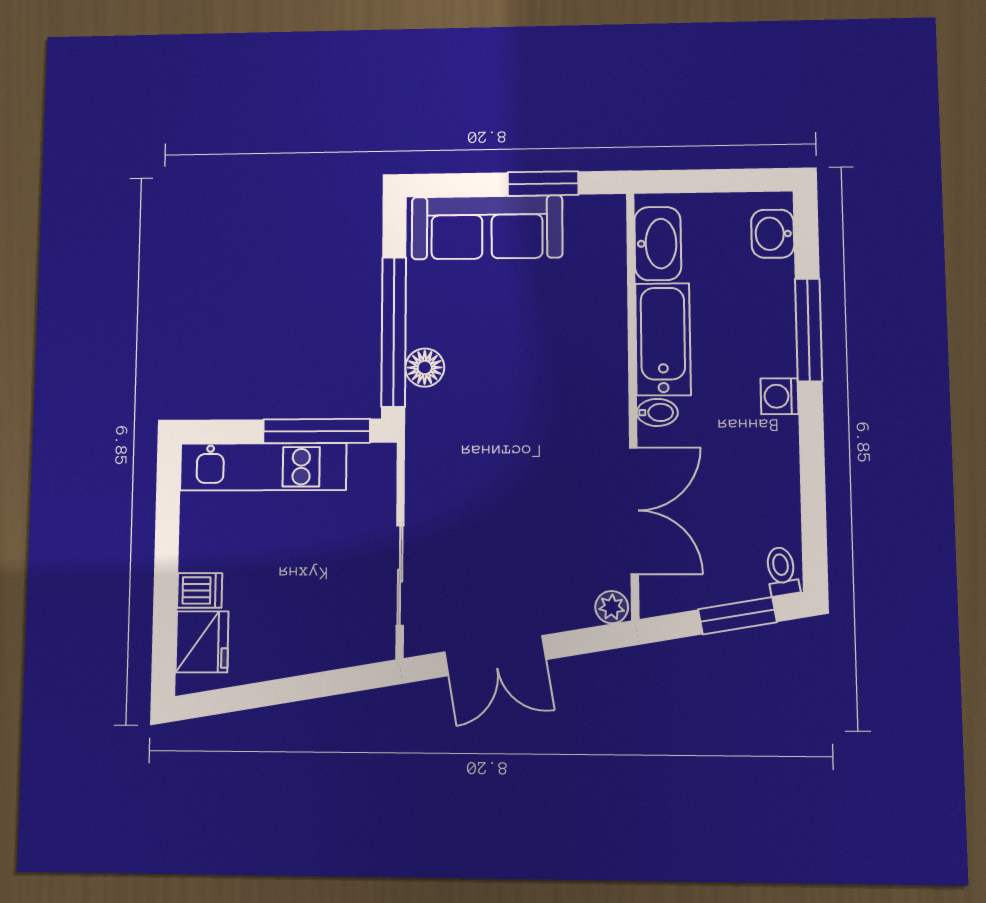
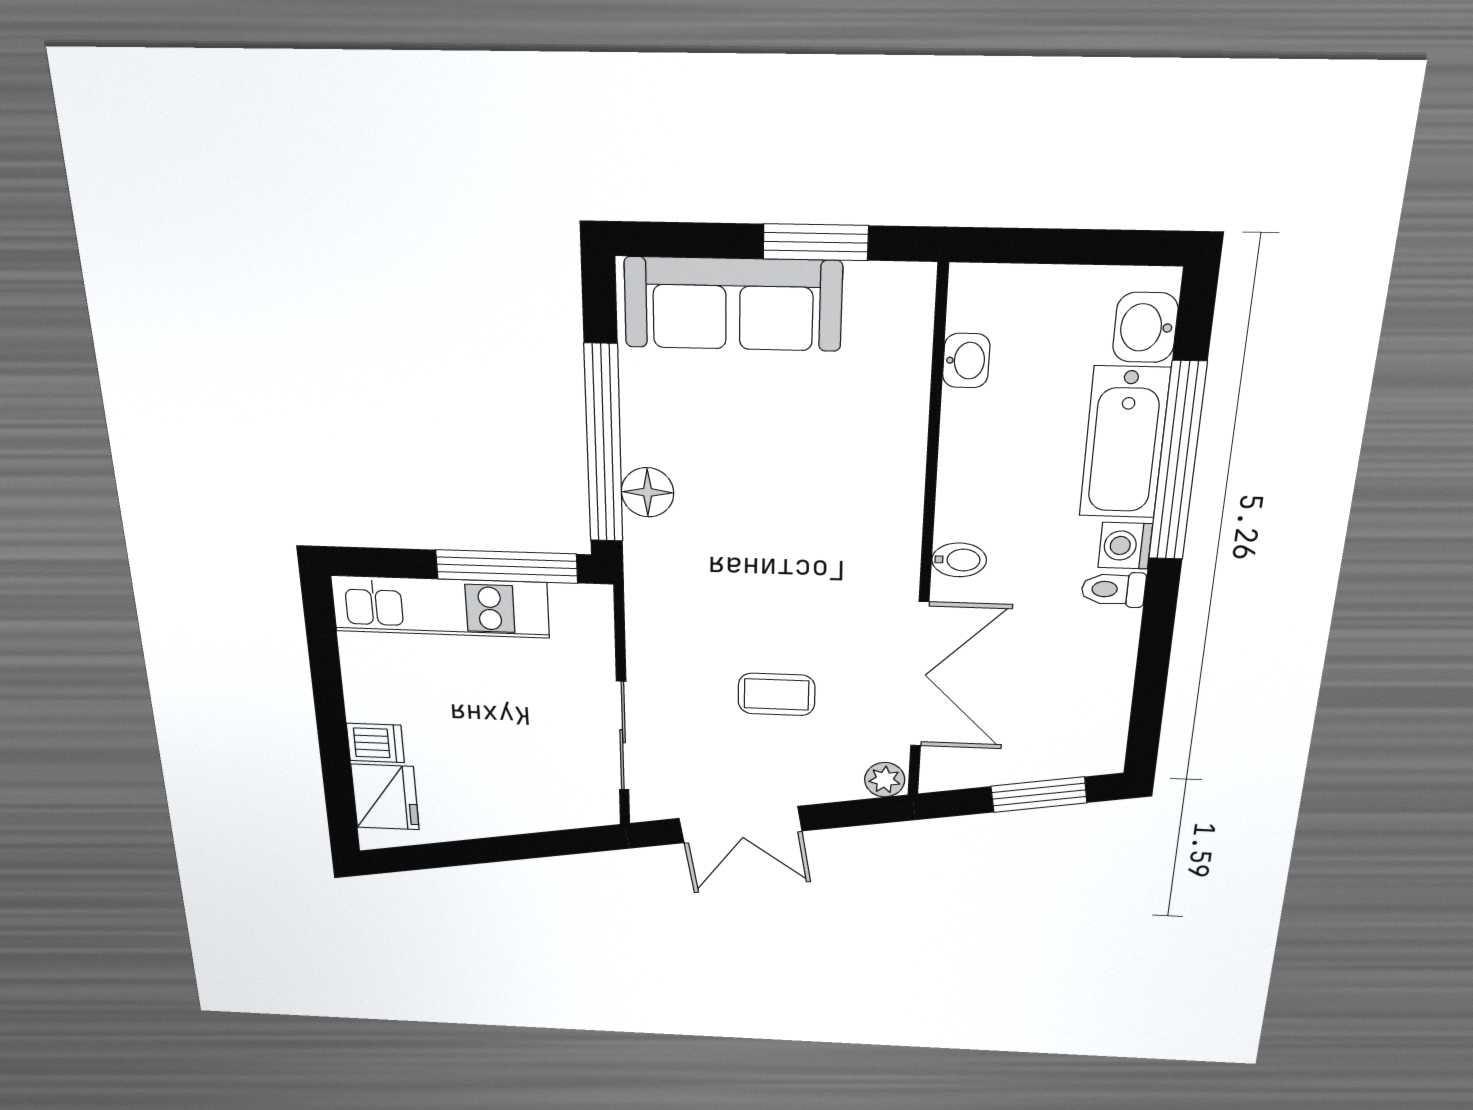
washbasin: (658, 244) -> (966, 361), width x0.52, depth x0.69
window: (809, 330) -> (1177, 462), width x1.46
bathtub: (663, 339) -> (1124, 443), moved, turned 180
coffee table: (523, 532) -> (776, 694), added
toilet: (782, 571) -> (1113, 589), moved, turned -80

